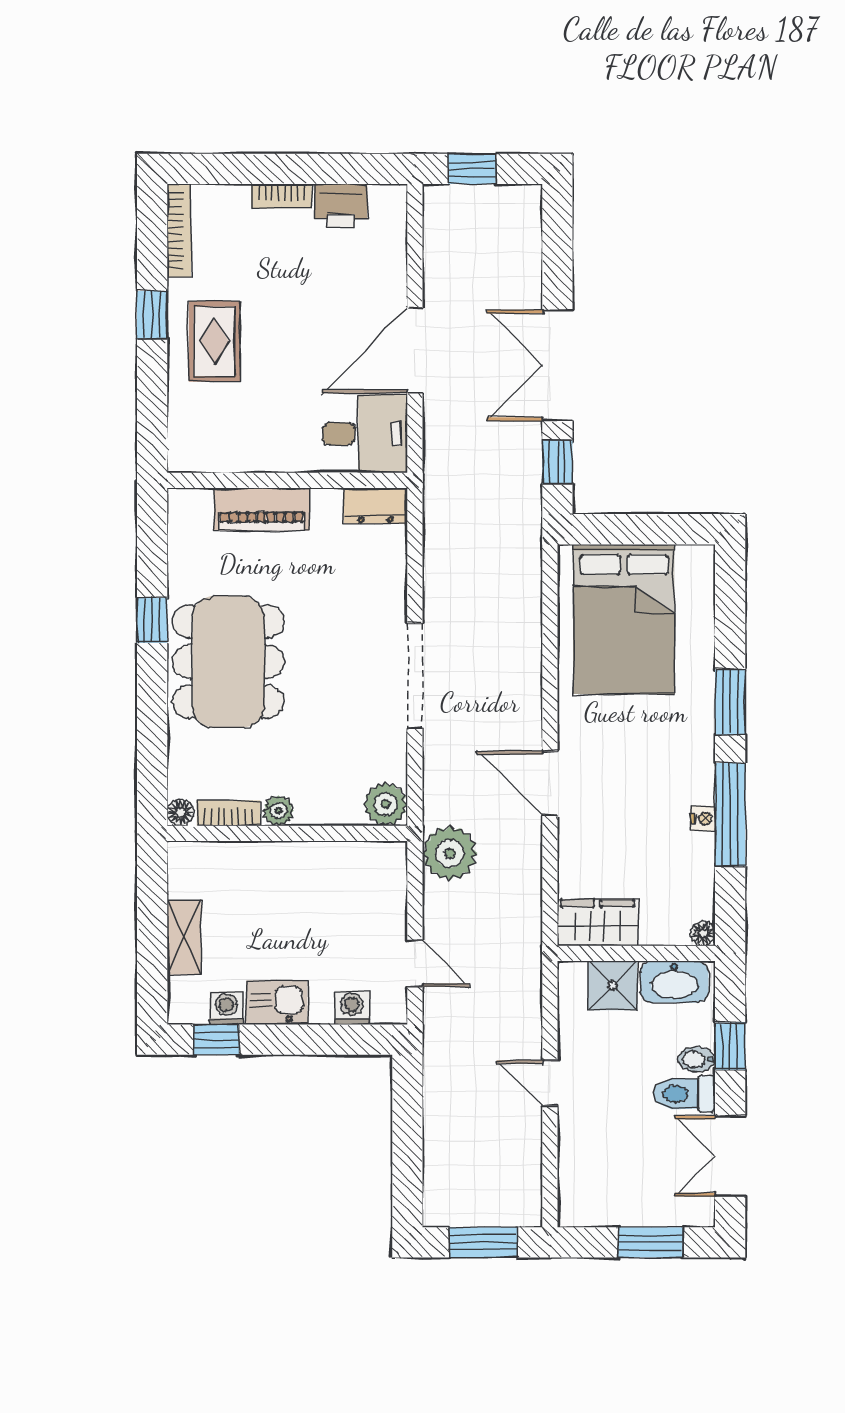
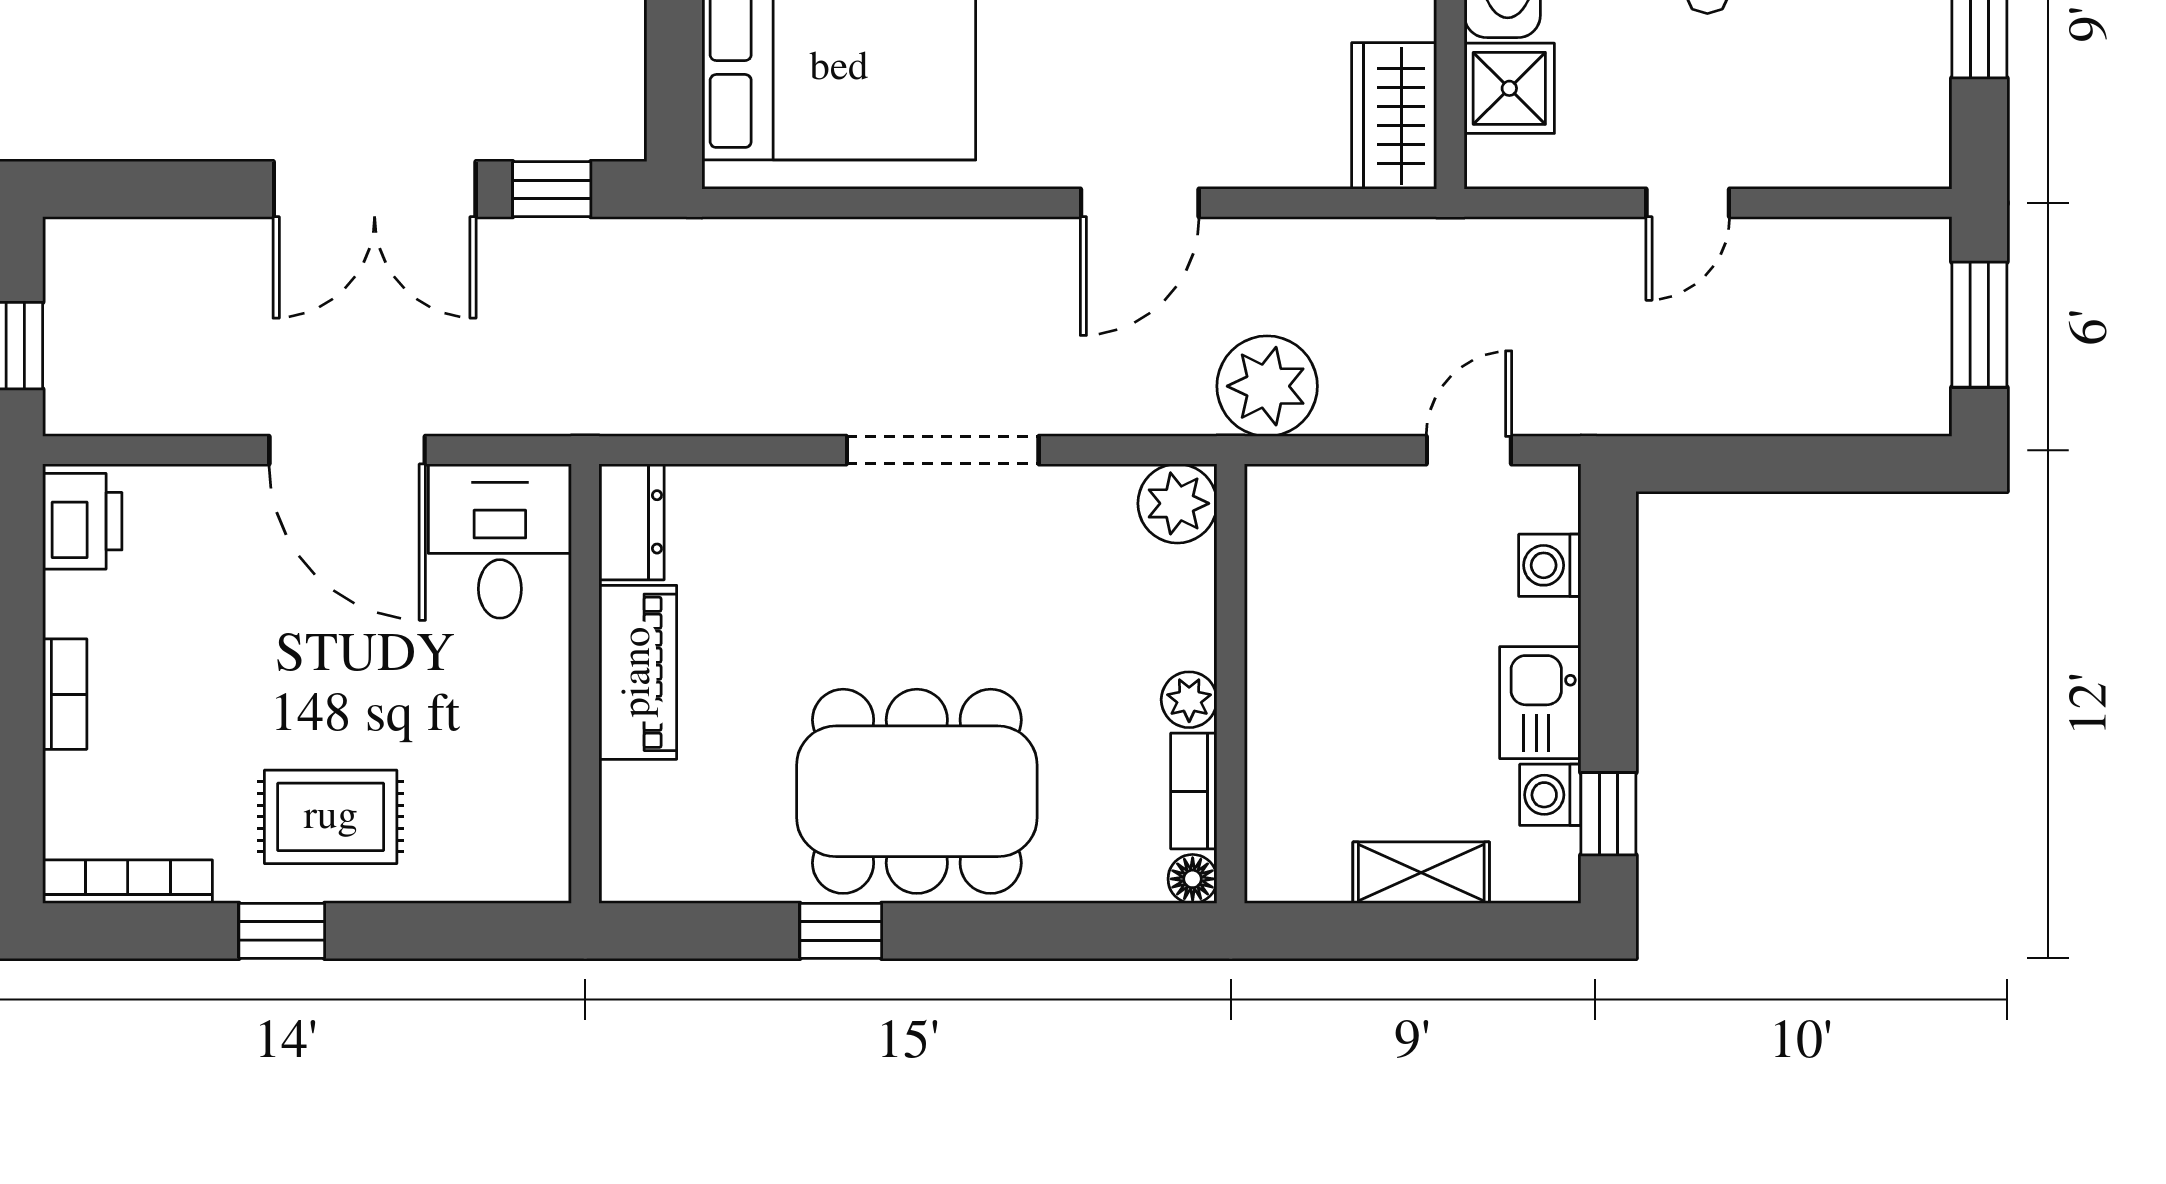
printer: (341, 206) -> (82, 521), moved
piano: (262, 509) -> (638, 672), moved

